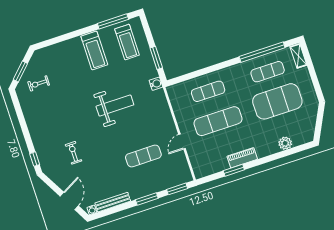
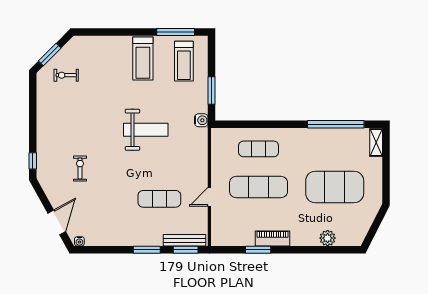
exercise mat: (268, 72) -> (335, 149), removed
bench: (113, 202) -> (184, 240), moved

